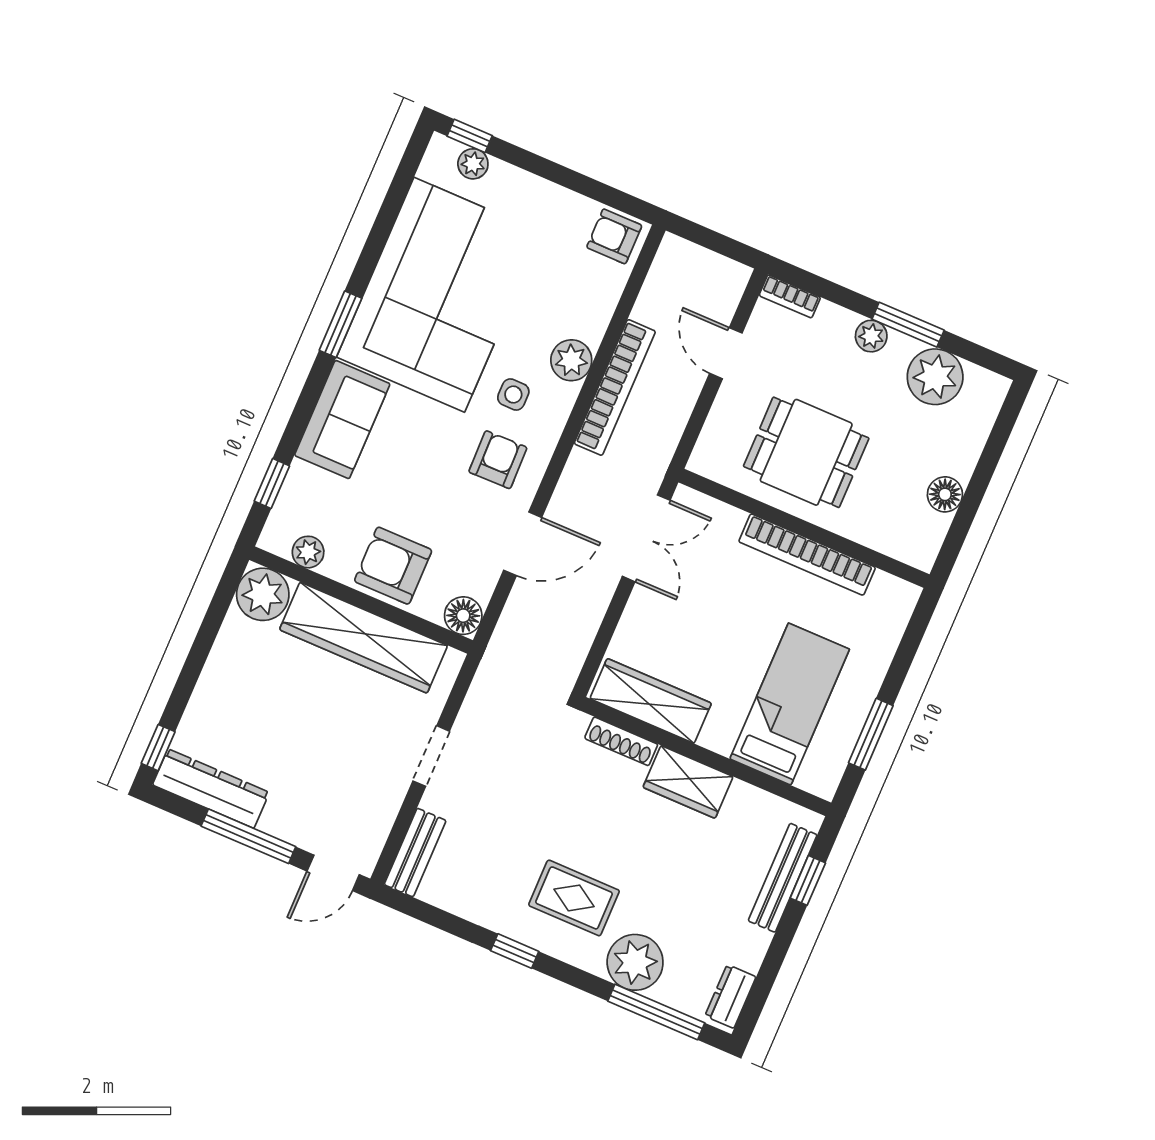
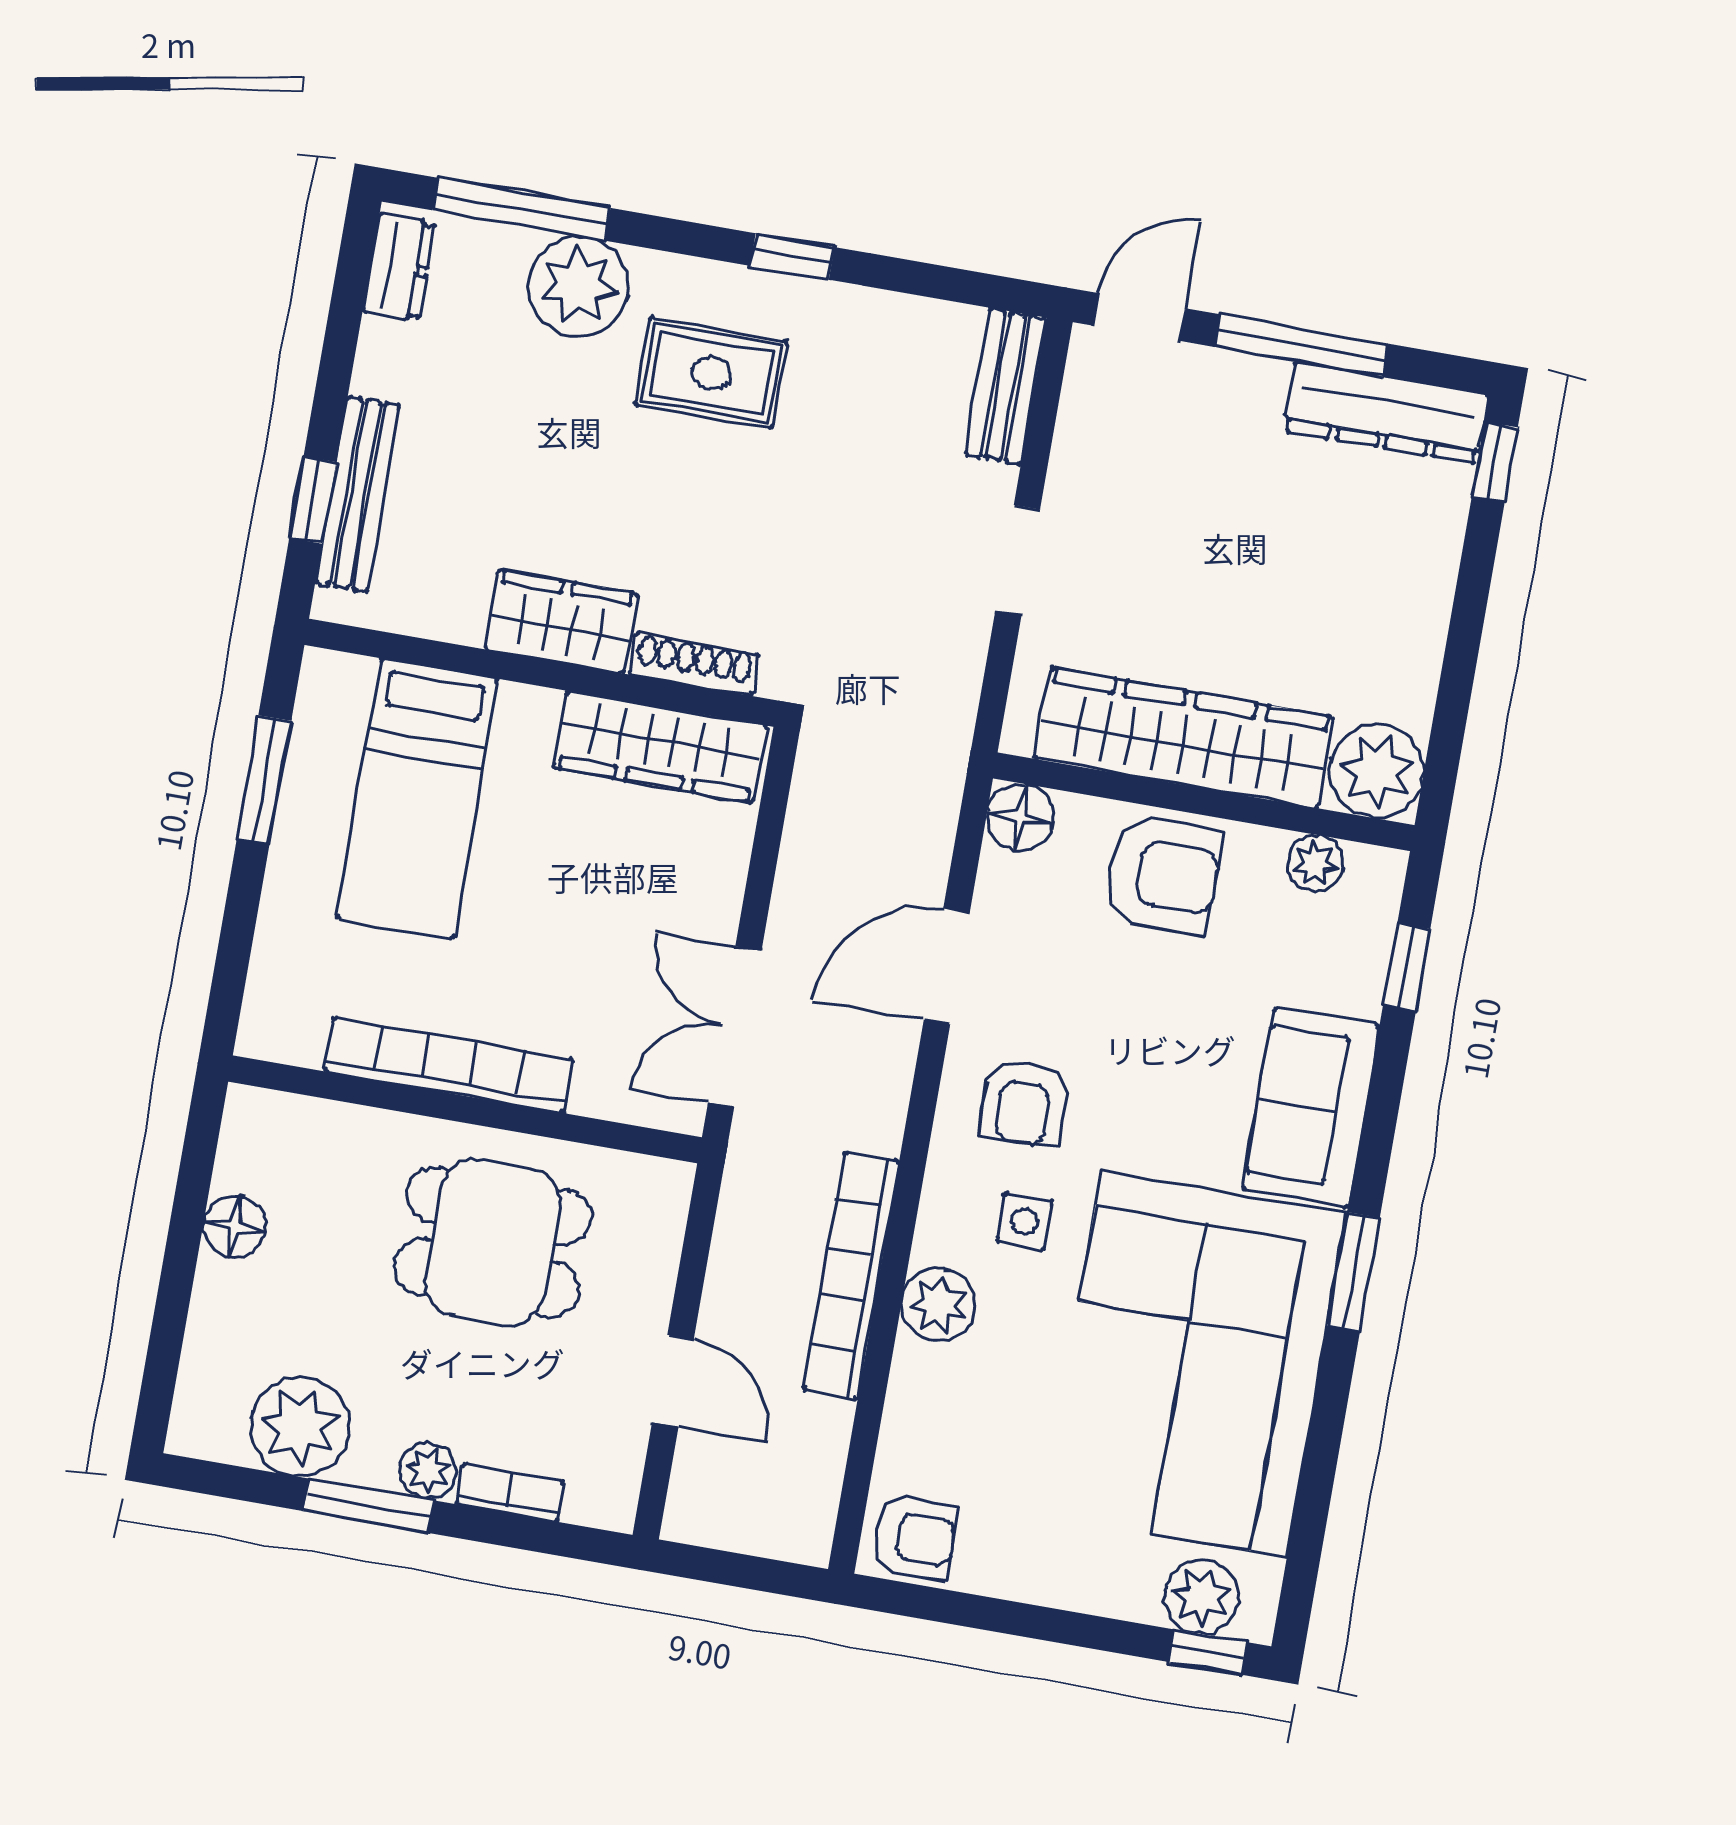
plant: (473, 164) -> (1202, 1597), width x1.38, depth x1.38
bookcase: (790, 296) -> (510, 1493), moved

